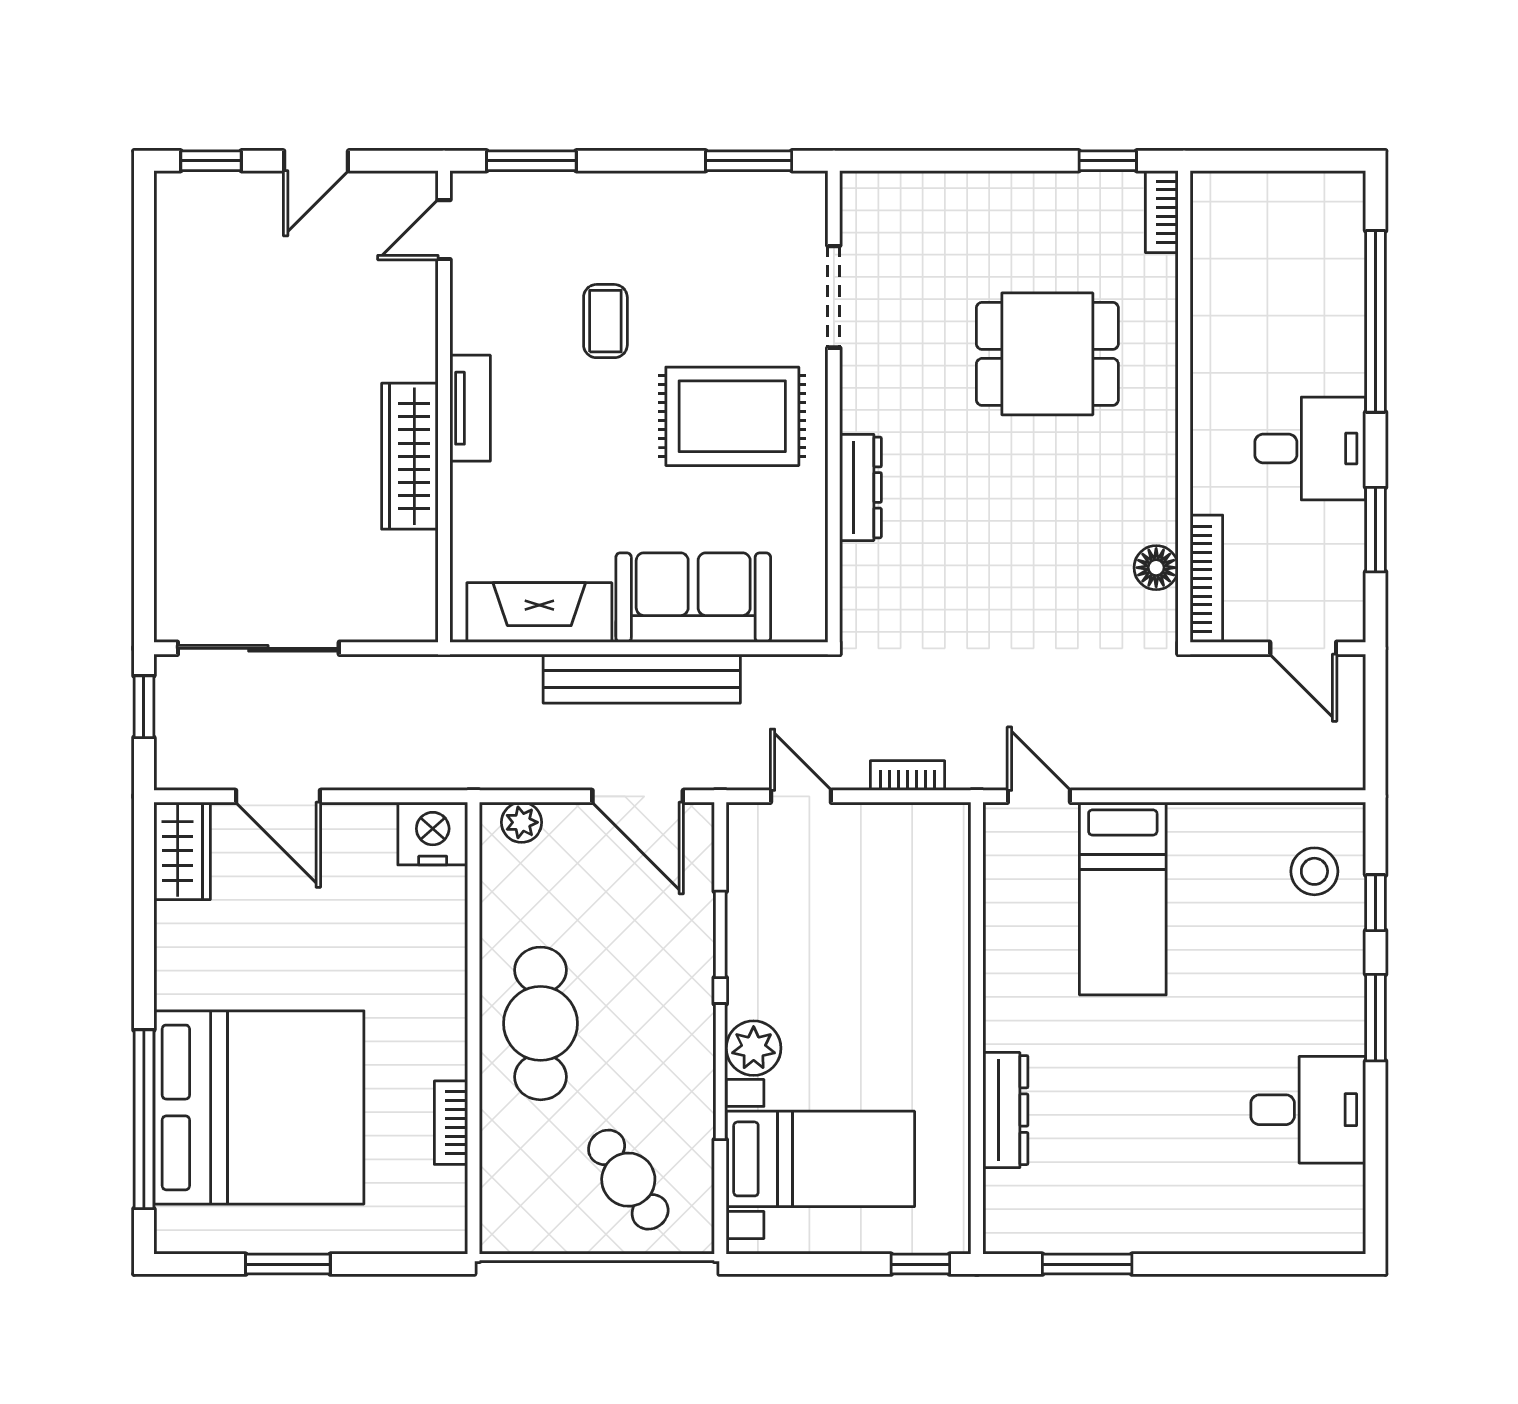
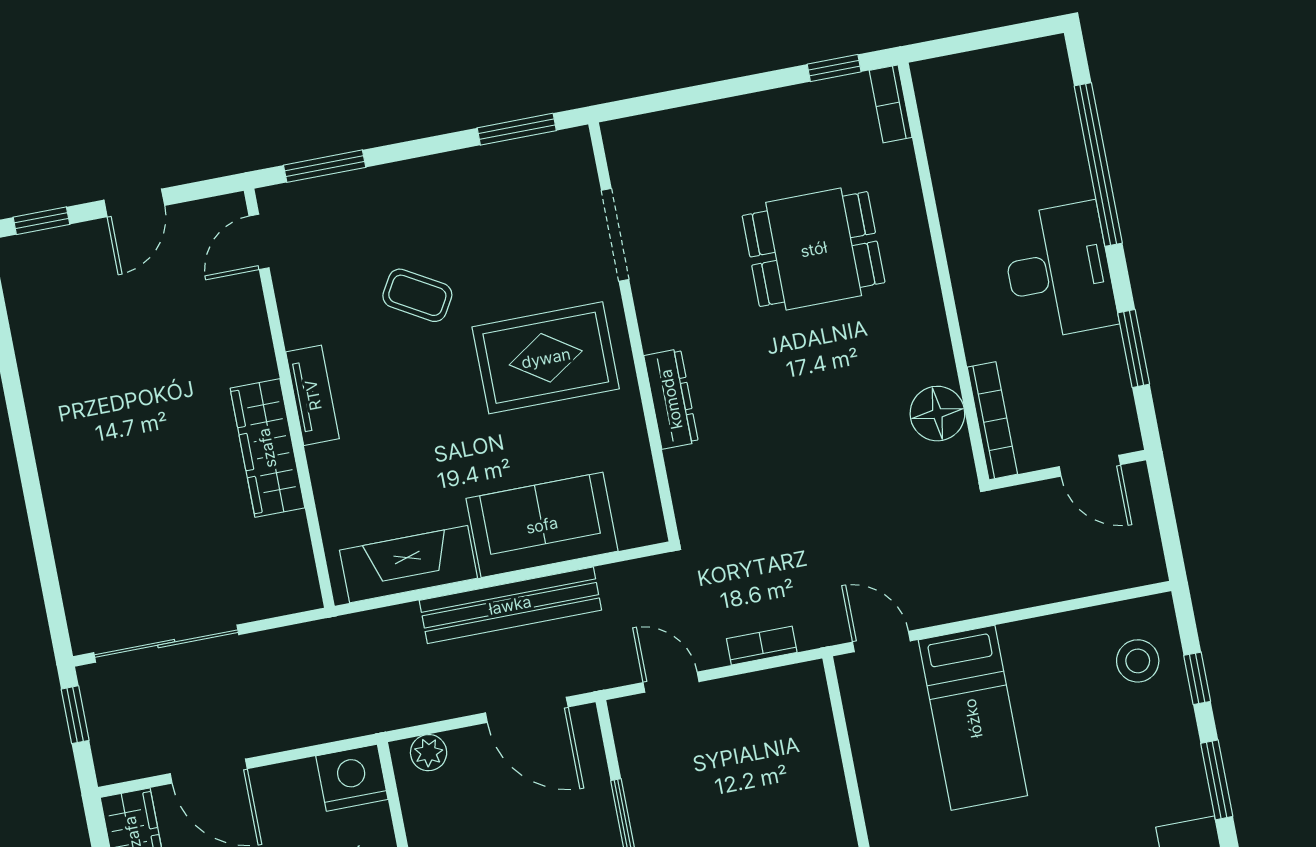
coffee table: (605, 321) -> (417, 295), turned -60
desk: (1310, 448) -> (1059, 271), width x1.37
floor lamp: (1156, 568) -> (937, 414), width x1.38, depth x1.38

